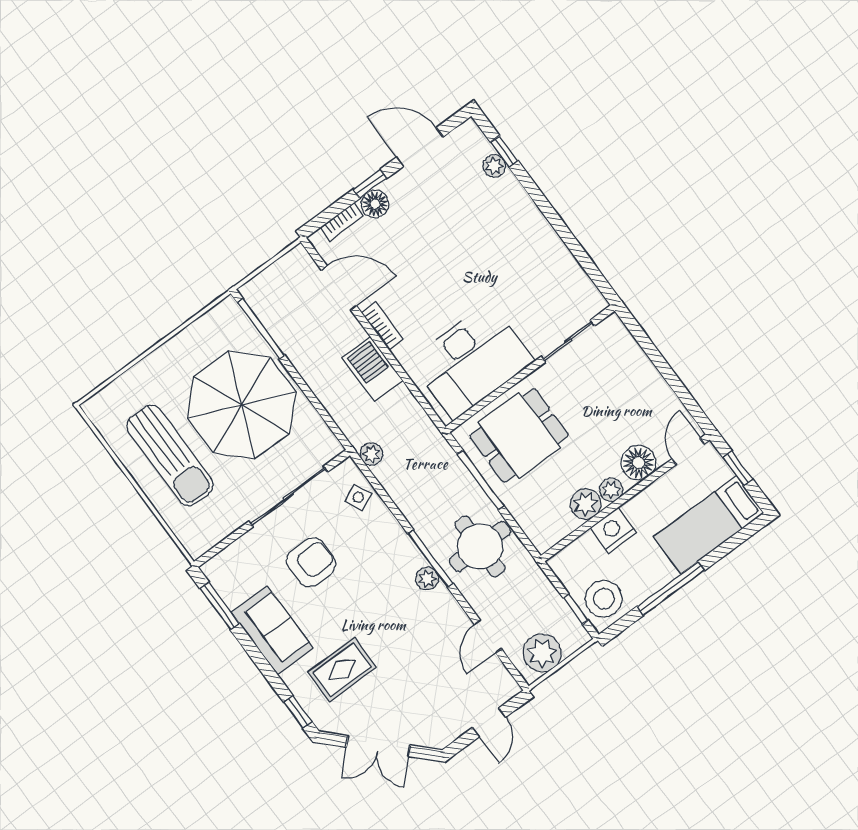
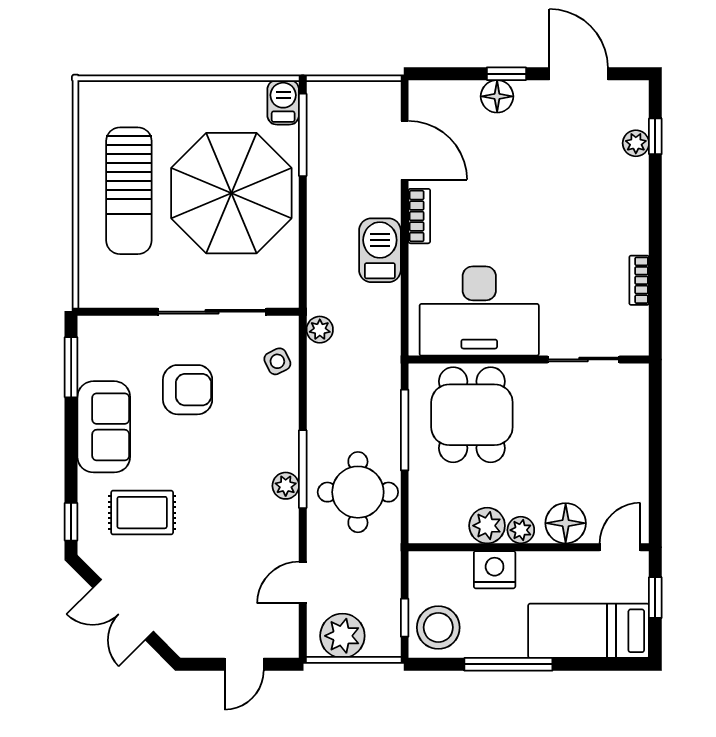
bookcase: (342, 222) -> (639, 280), moved, turned 90
barbecue: (231, 317) -> (283, 102), added
dining table: (519, 436) -> (472, 415), turned 90

